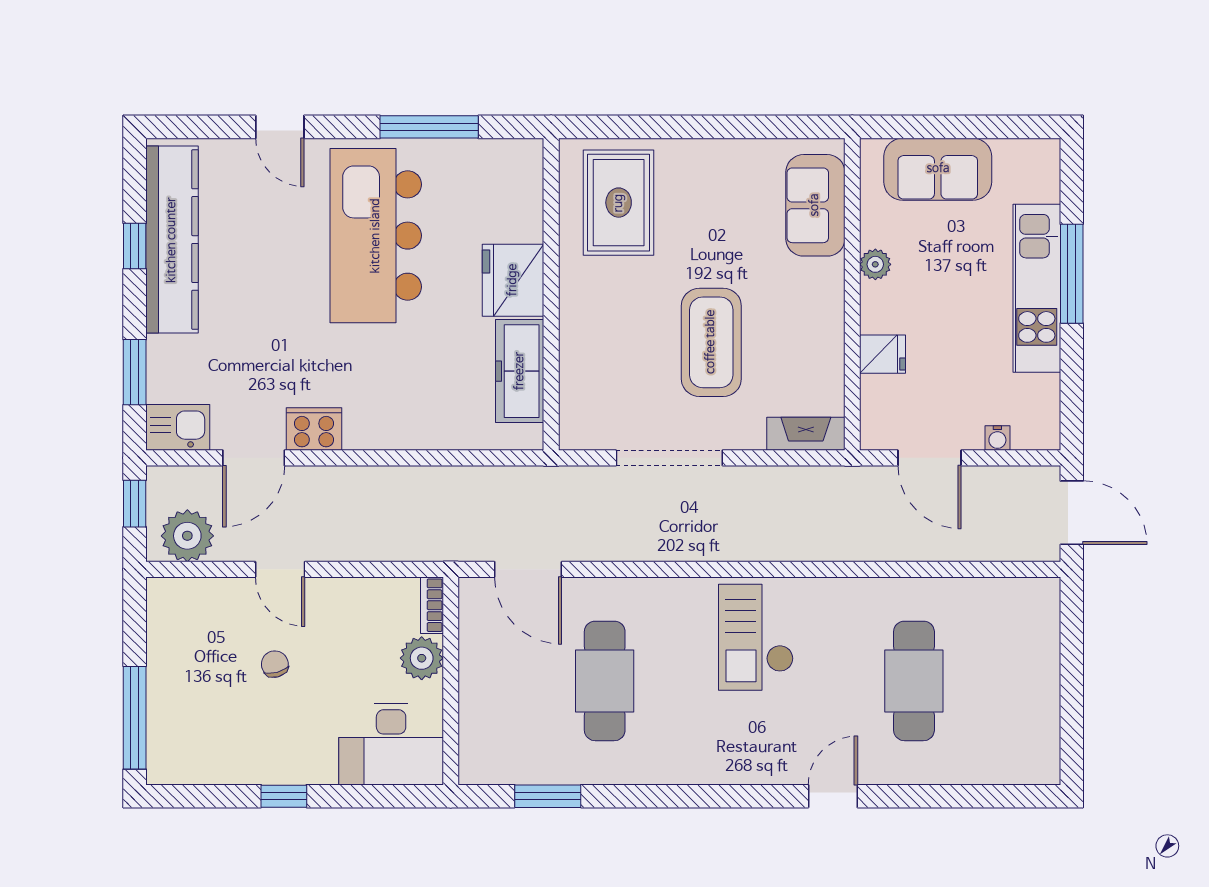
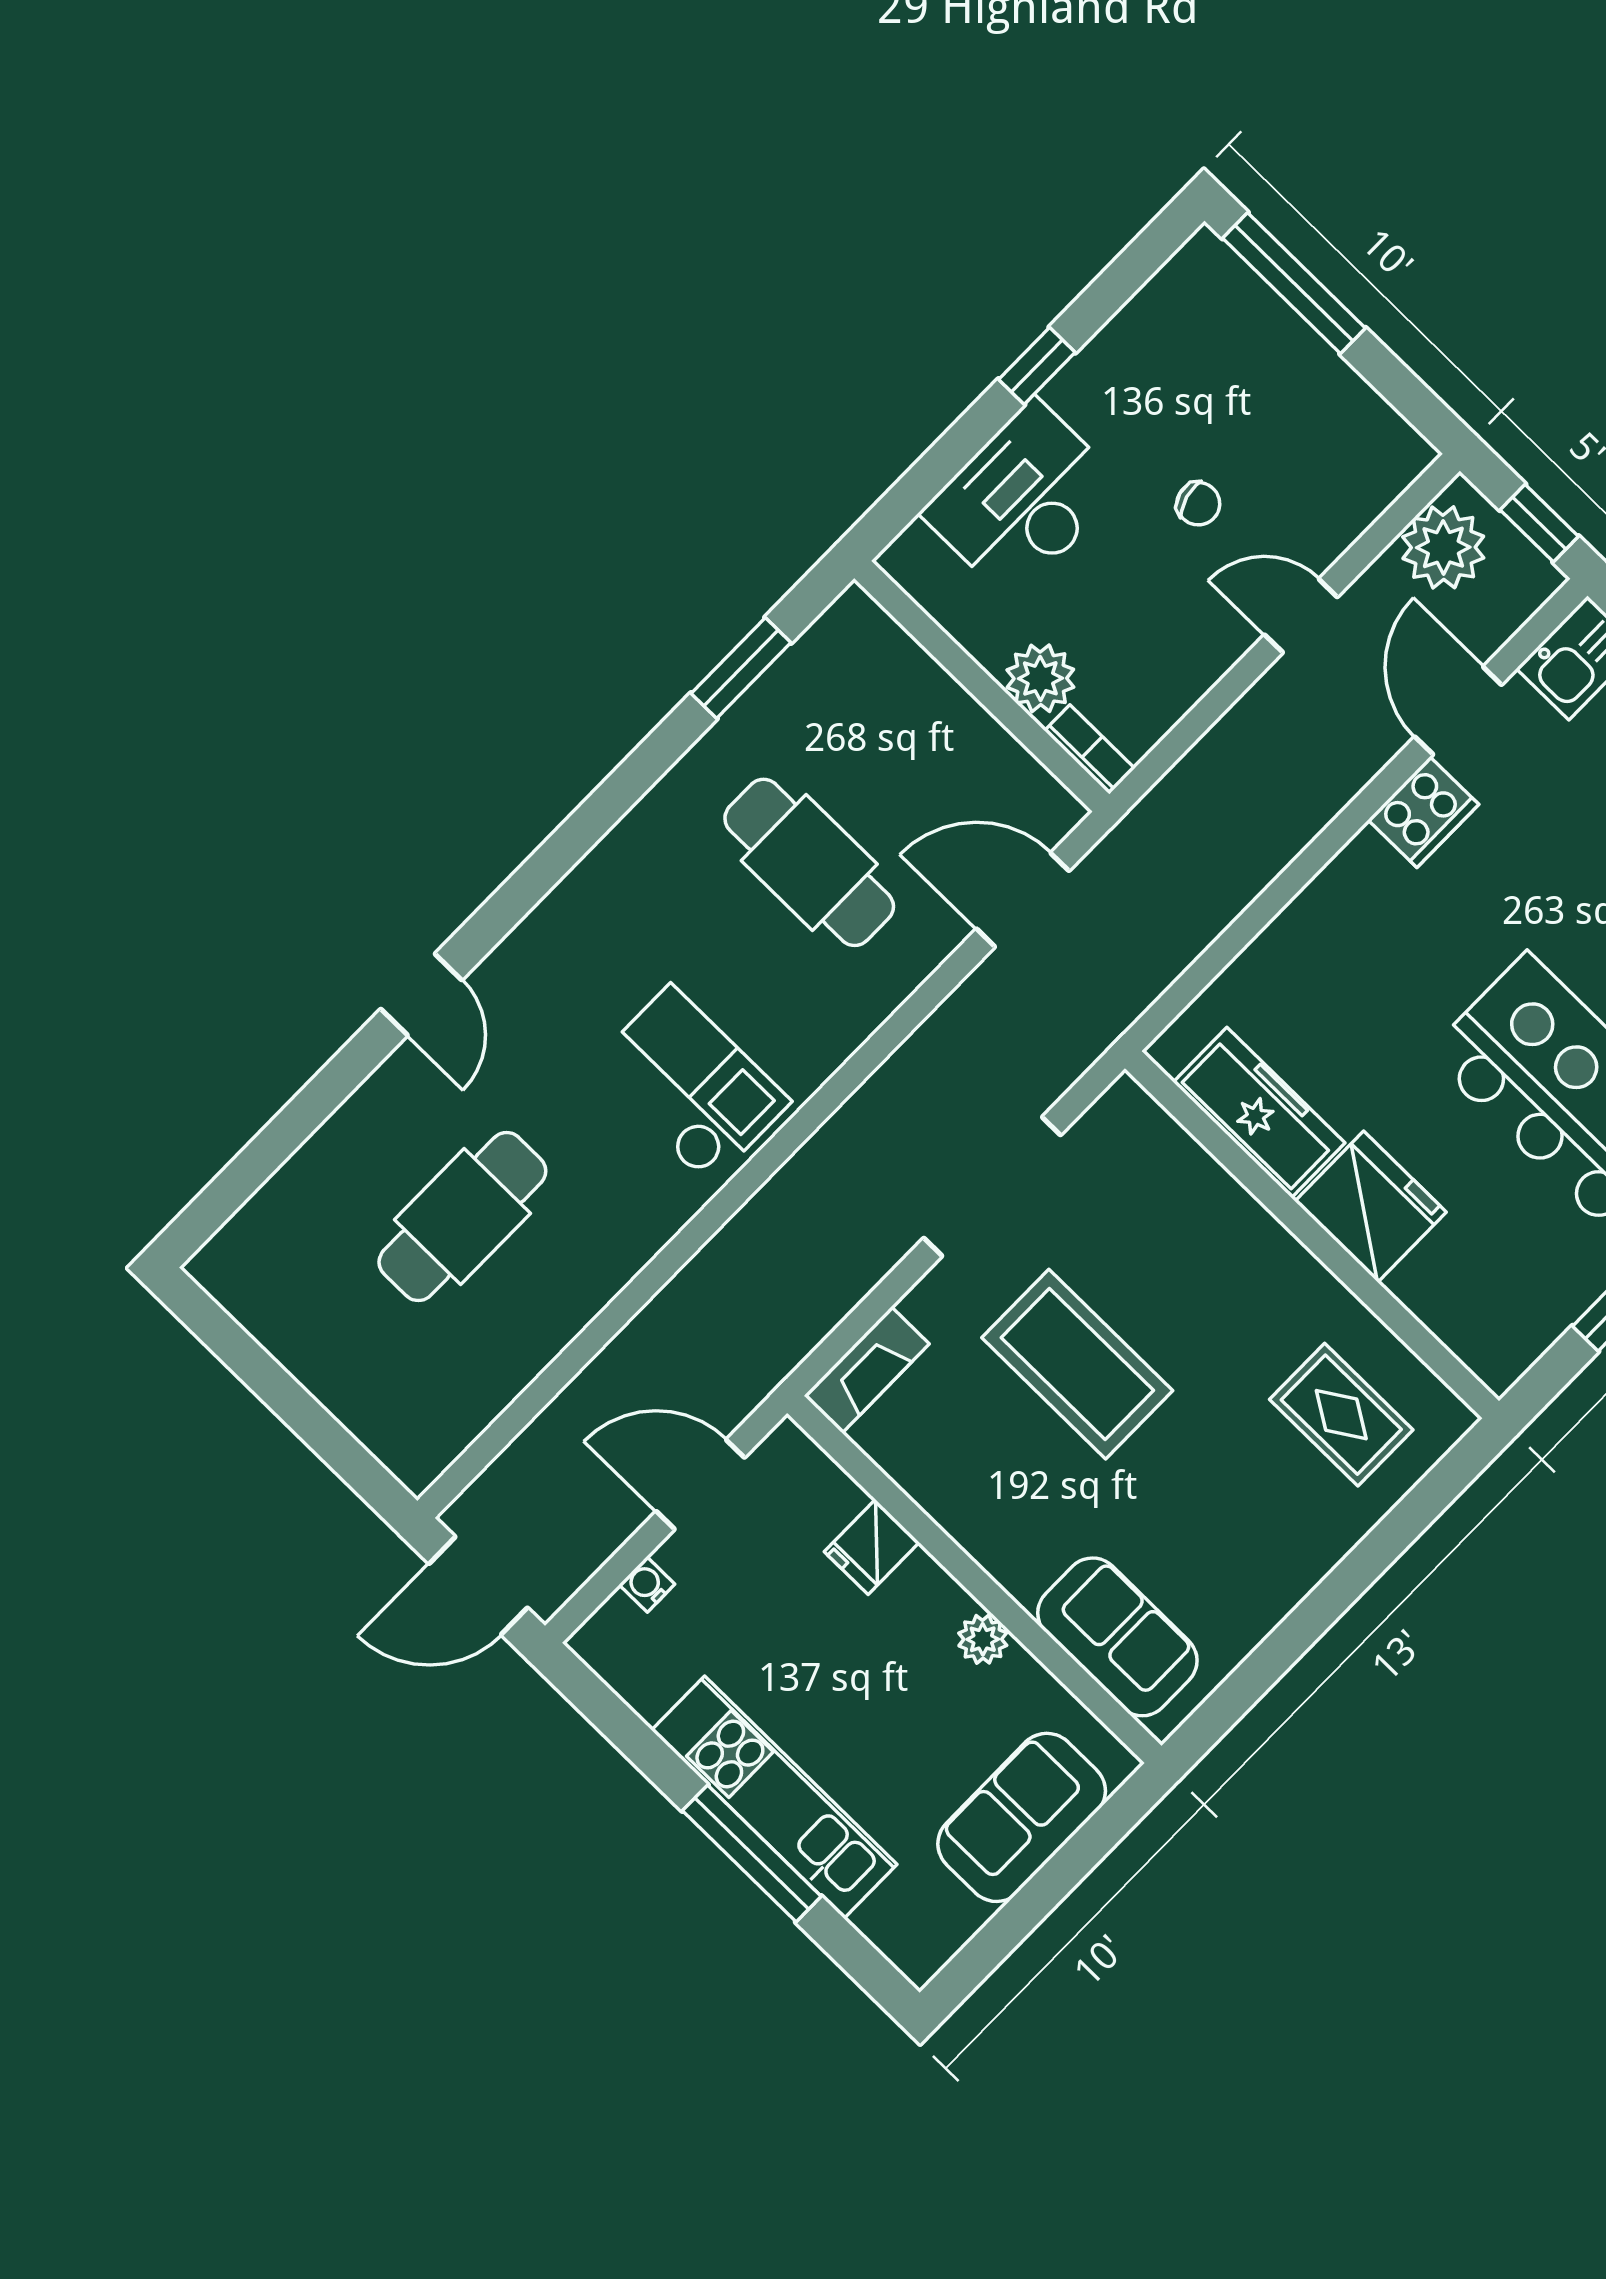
rug: (619, 203) -> (1341, 1415), width x0.73, depth x0.70
cafe table: (914, 681) -> (462, 1217), turned 90
desk: (391, 744) -> (1023, 500), moved

